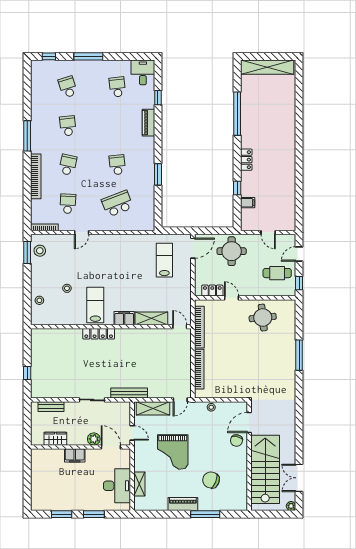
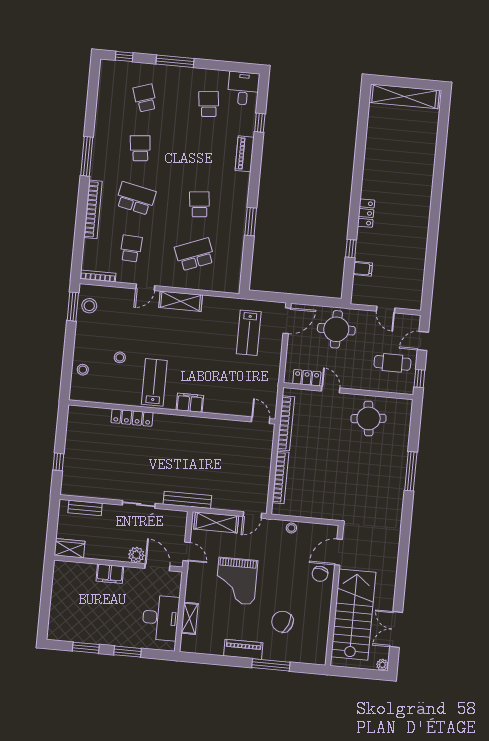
window: (237, 114) -> (360, 153), removed
school desk: (68, 165) -> (136, 198), width x1.85
lab bench: (164, 260) -> (249, 333), turned 180
shelving: (151, 318) -> (181, 301), moved
locker: (99, 334) -> (132, 418), moved
wardrobe: (55, 439) -> (70, 548), moved

